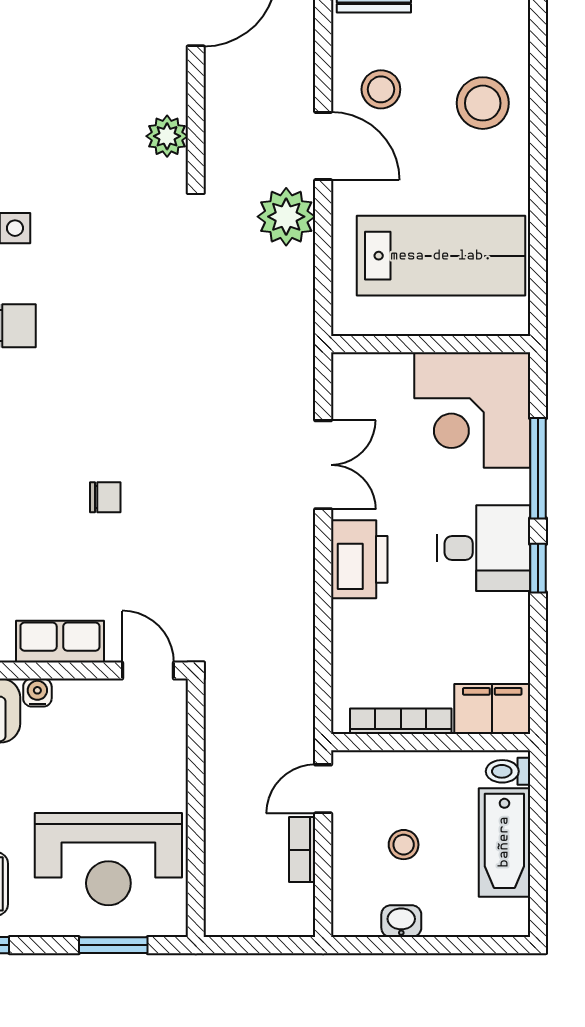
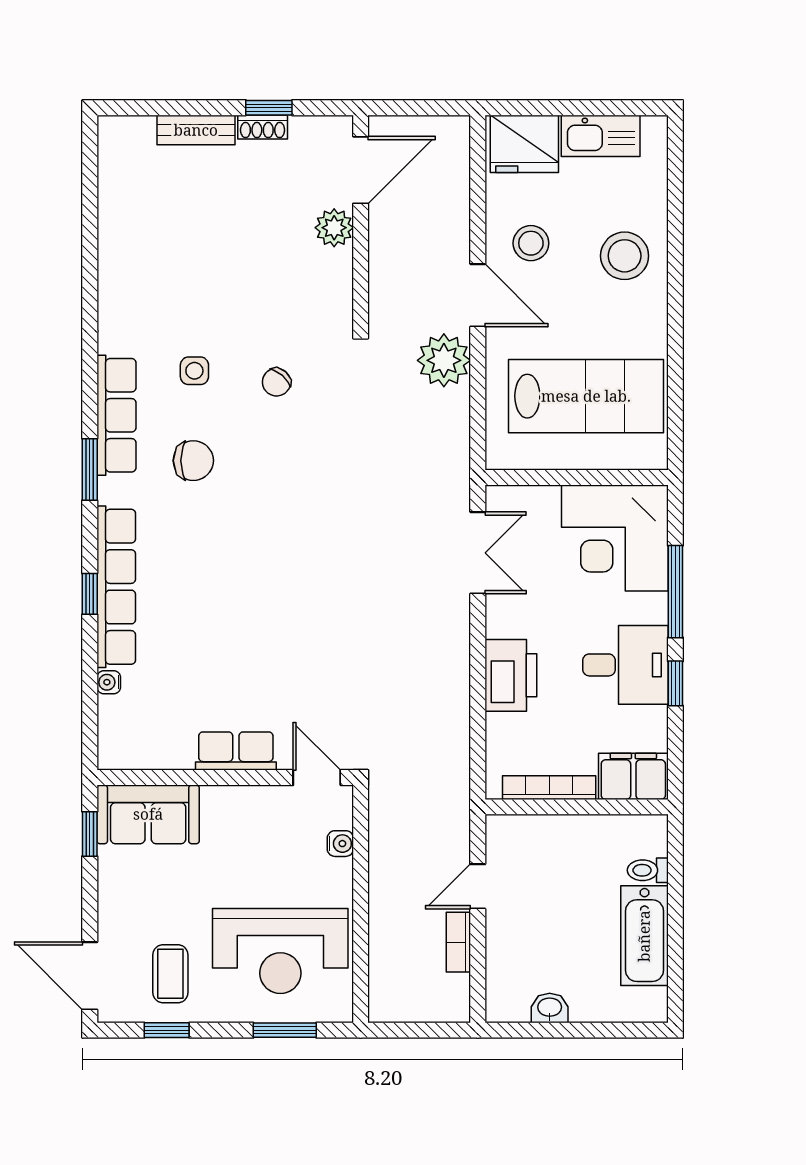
plant: (167, 136) -> (334, 228), moved
double door: (323, 465) -> (478, 553), moved
chair: (105, 497) -> (276, 382), moved, turned 131
water cooler: (37, 693) -> (340, 844), moved, turned 90
filing cabinet: (492, 709) -> (633, 776), moved
bookcase: (401, 721) -> (549, 788), moved
wall: (431, 742) -> (577, 807), moved
stool: (404, 845) -> (552, 938), removed

